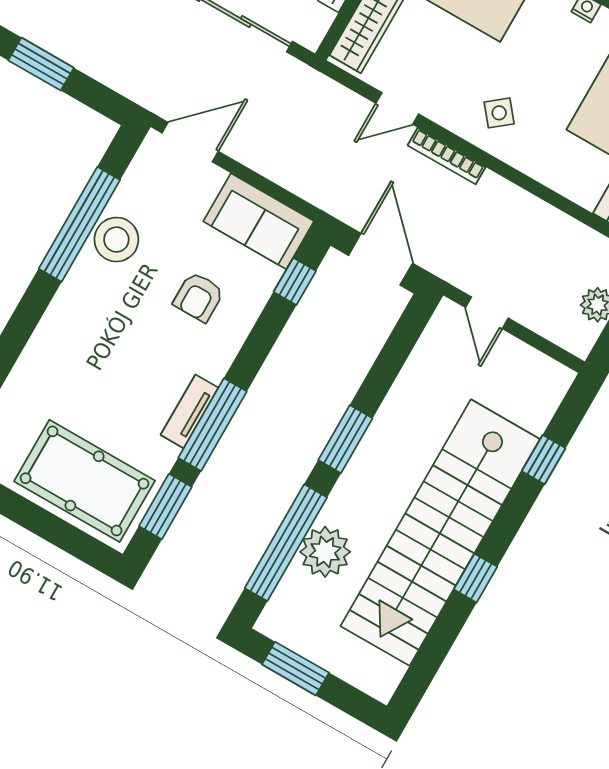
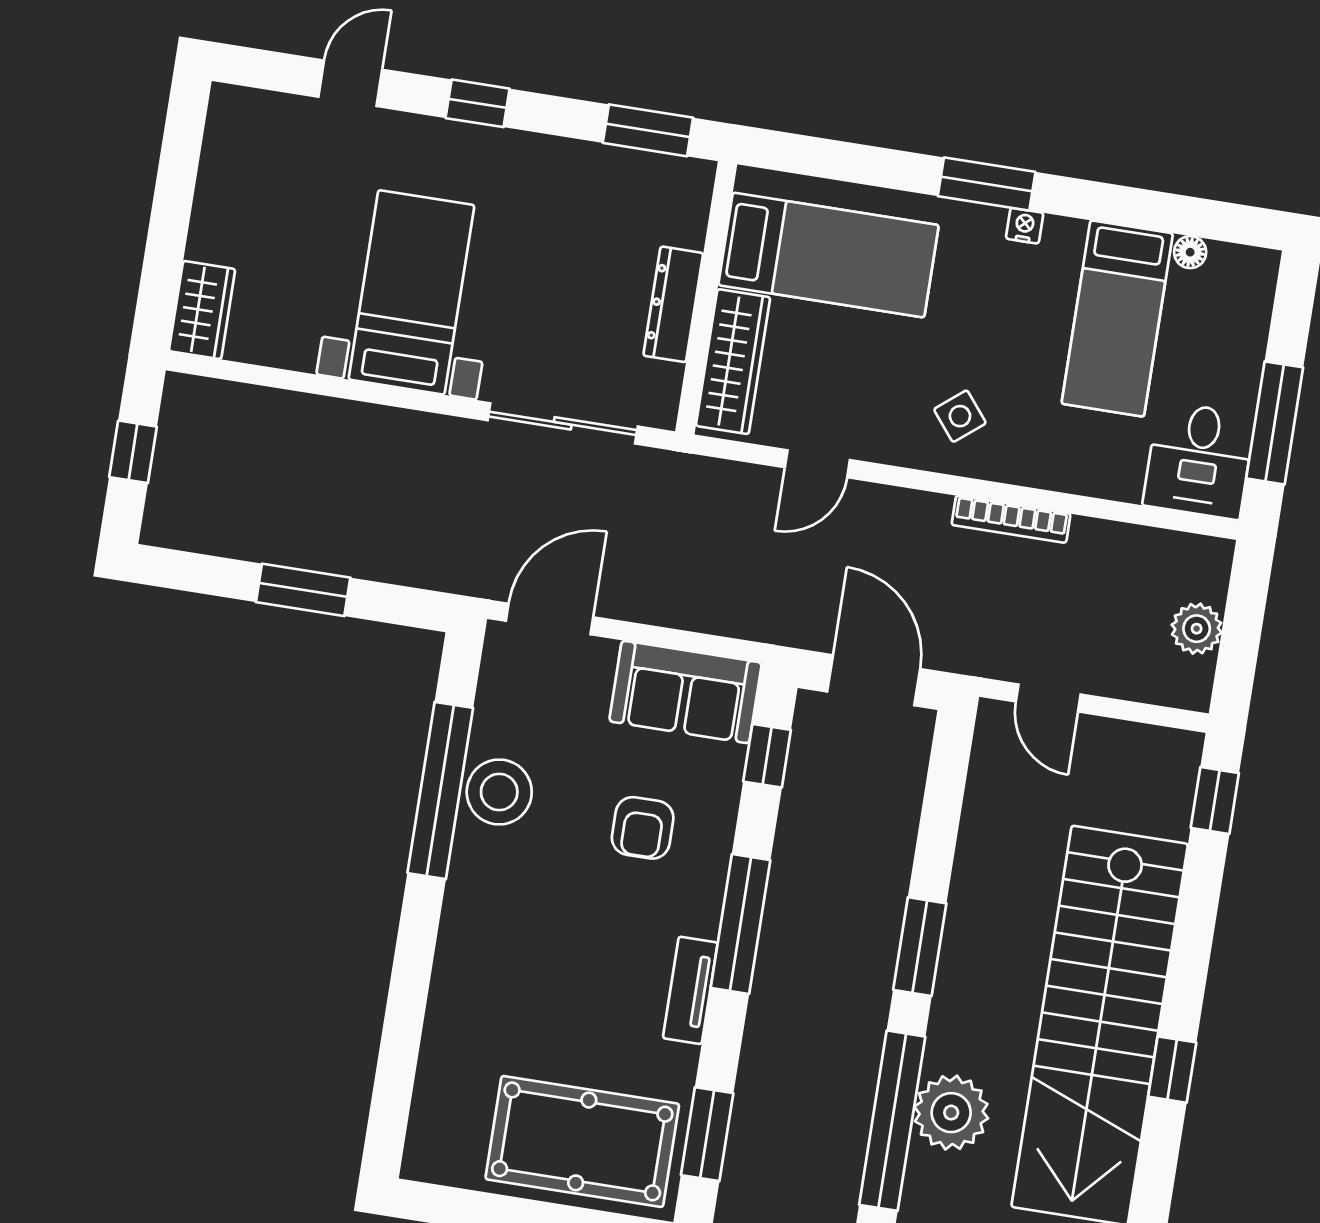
bookcase: (447, 156) -> (1011, 519), moved
window: (212, 425) -> (740, 924), moved
window: (544, 460) -> (1215, 800), moved

